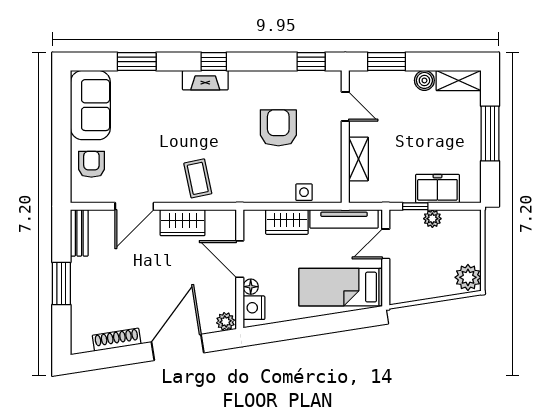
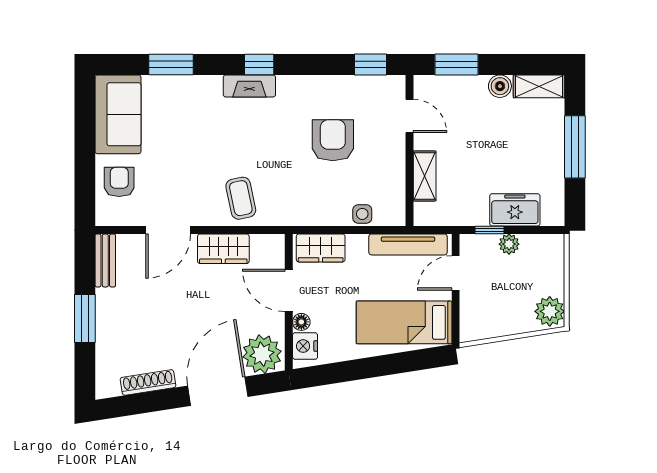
wardrobe: (287, 222) -> (321, 248), moved
plant: (225, 322) -> (262, 354), width x1.87, depth x1.87

